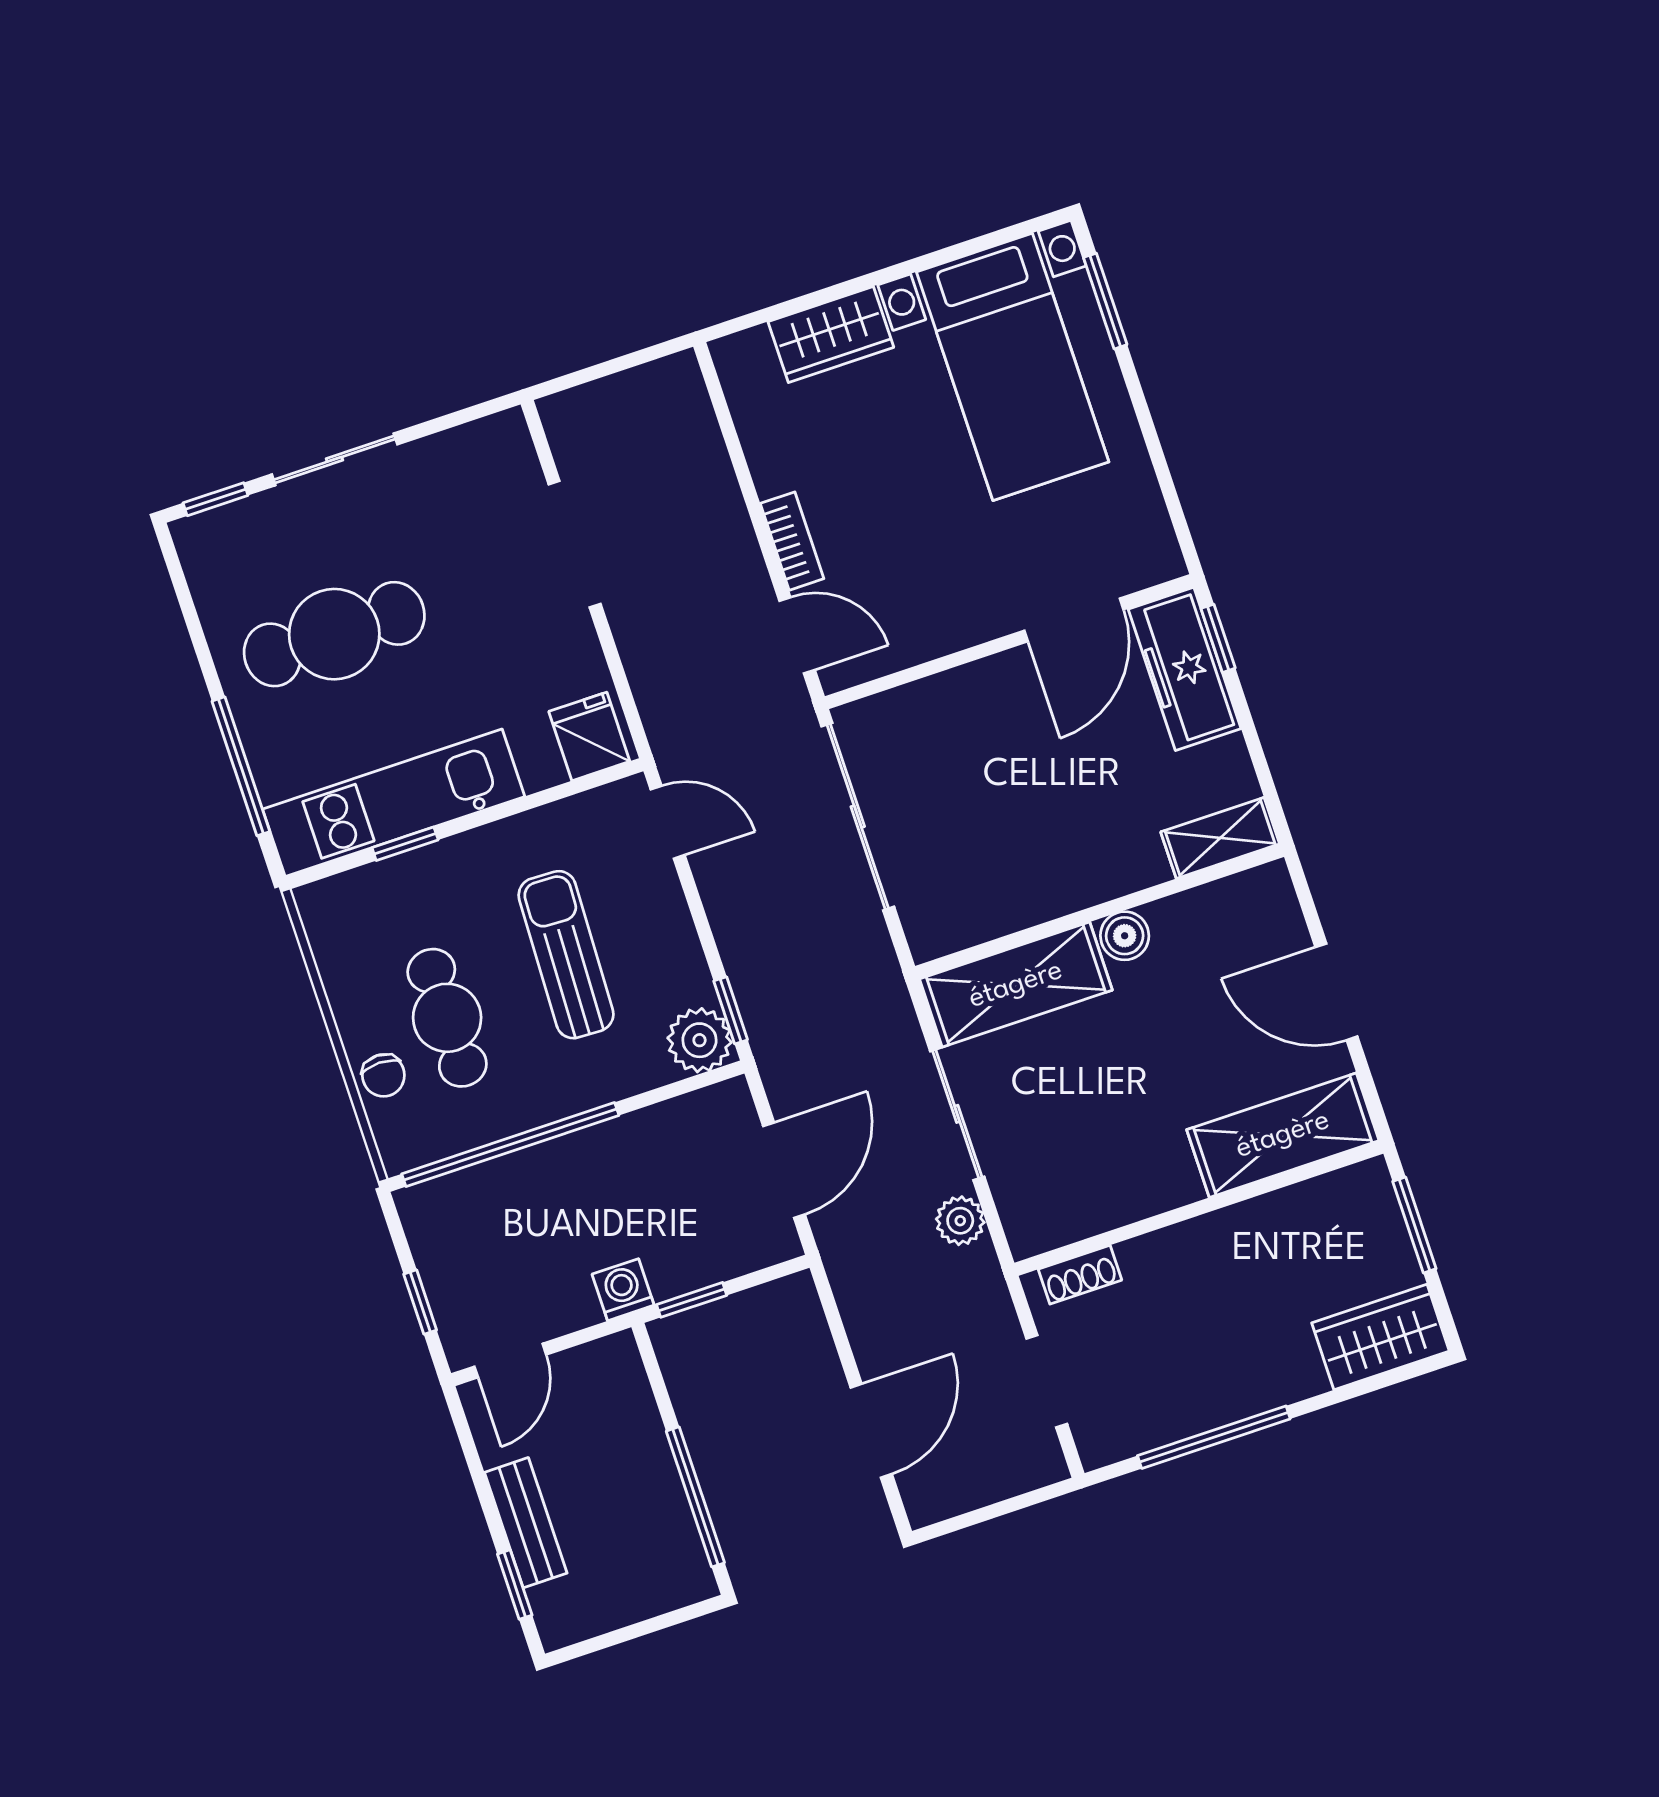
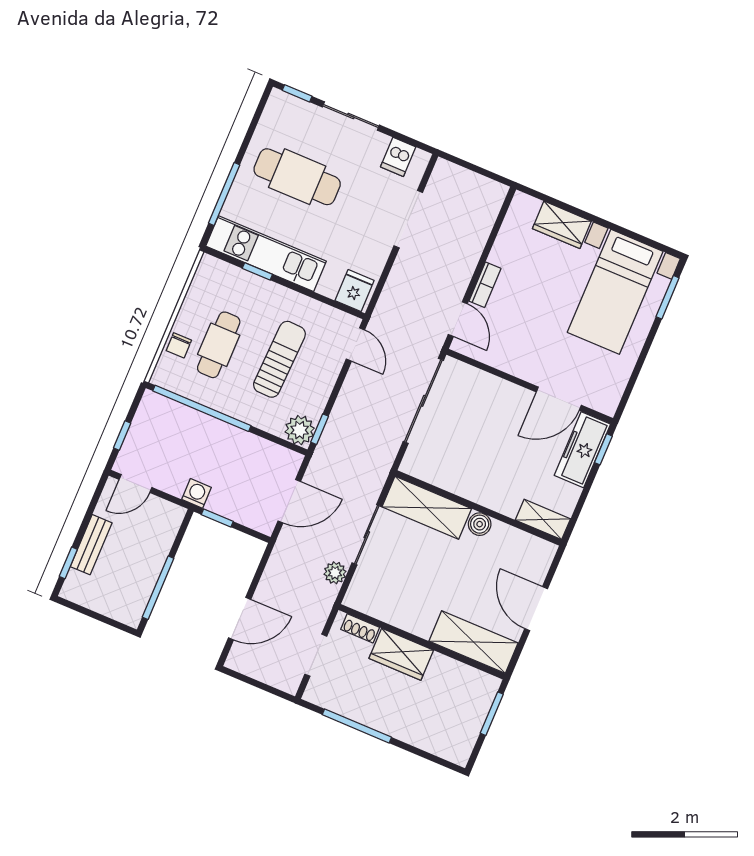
dishwasher: (469, 458) -> (398, 157), added
wardrobe: (1381, 1337) -> (401, 654), moved, turned 180

